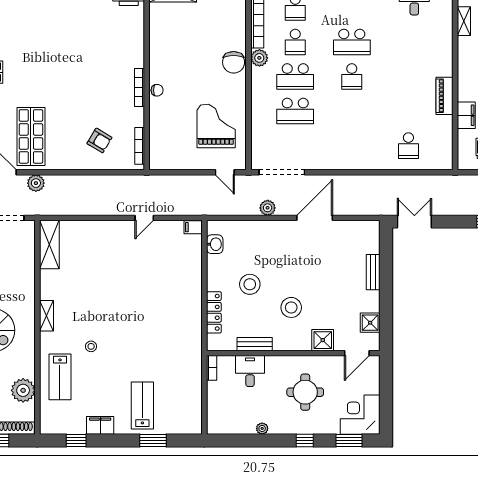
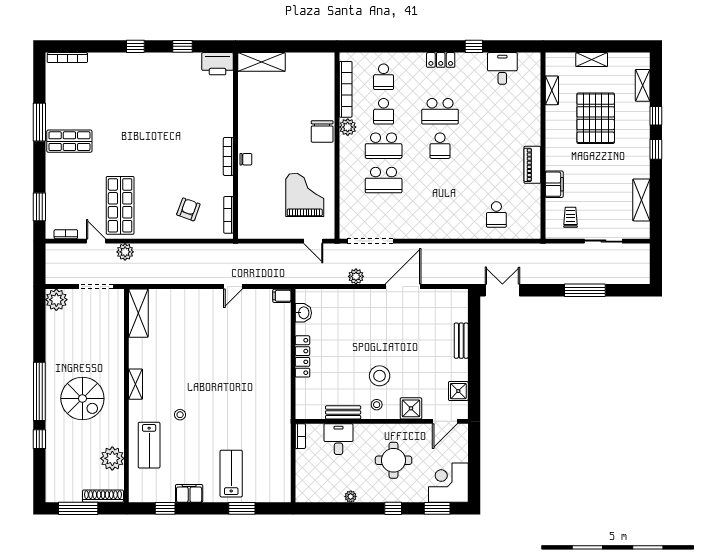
armchair: (99, 140) -> (188, 209), turned -101
stool: (250, 284) -> (377, 405), moved, width x0.53, depth x0.53
locker: (214, 312) -> (302, 356), moved

